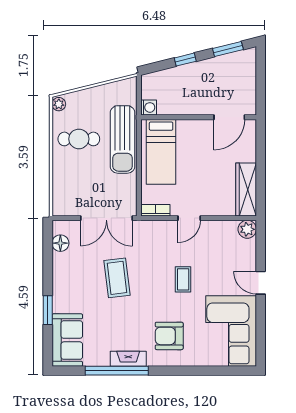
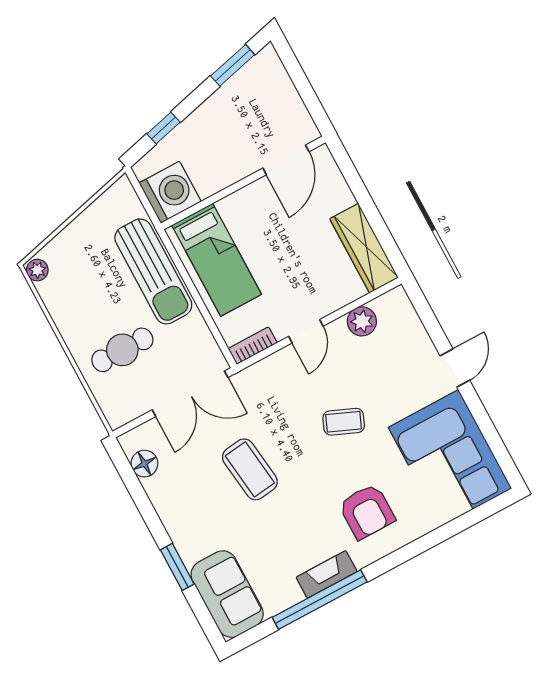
window: (185, 60) -> (164, 128), moved
washing machine: (149, 107) -> (170, 192), width x1.89, depth x1.89
cafe table: (79, 139) -> (122, 350), moved
plant: (247, 229) -> (362, 321), moved
coffee table: (183, 279) -> (344, 422), turned -67
door: (261, 283) -> (455, 368), swing flipped
armchair: (169, 336) -> (367, 511), turned -90

